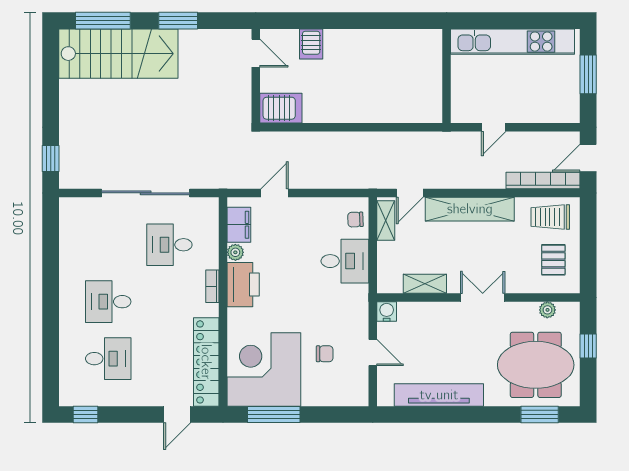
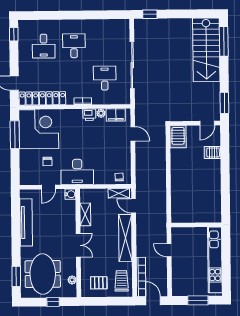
window: (178, 21) -> (224, 103), moved
desk: (345, 261) -> (77, 172), moved, width x1.37
printer: (243, 285) -> (89, 115), width x0.53, depth x0.68

